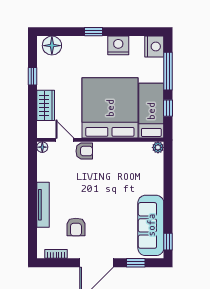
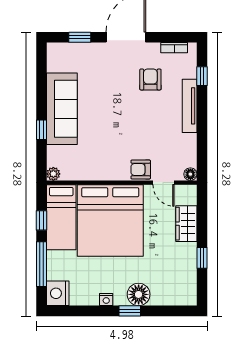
nightstand: (118, 45) -> (106, 300), width x0.53, depth x0.56
floor lamp: (52, 46) -> (139, 294), moved
sofa: (151, 225) -> (62, 109), moved
window: (32, 230) -> (202, 76), added
window: (168, 242) -> (41, 130), moved

